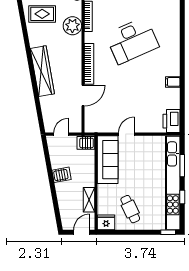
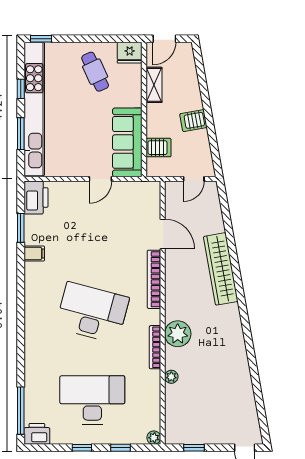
rug: (42, 14) -> (221, 351), removed
desk: (132, 41) -> (92, 313), turned 39
door: (83, 96) -> (163, 234), swing flipped
window: (182, 100) -> (21, 228), added
server rack: (86, 143) -> (158, 148), moved

